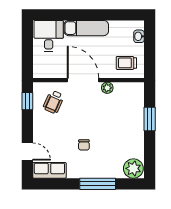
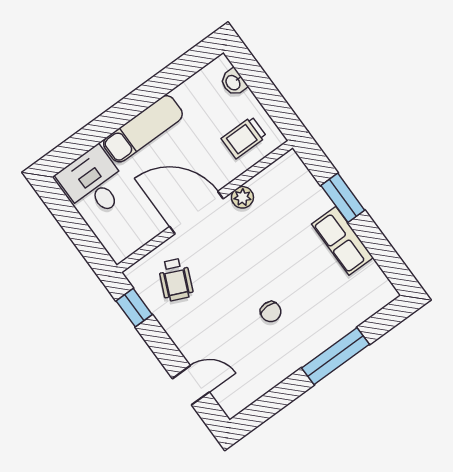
plant: (133, 168) -> (373, 292), removed
row of seats: (49, 170) -> (342, 241), moved, turned -90

